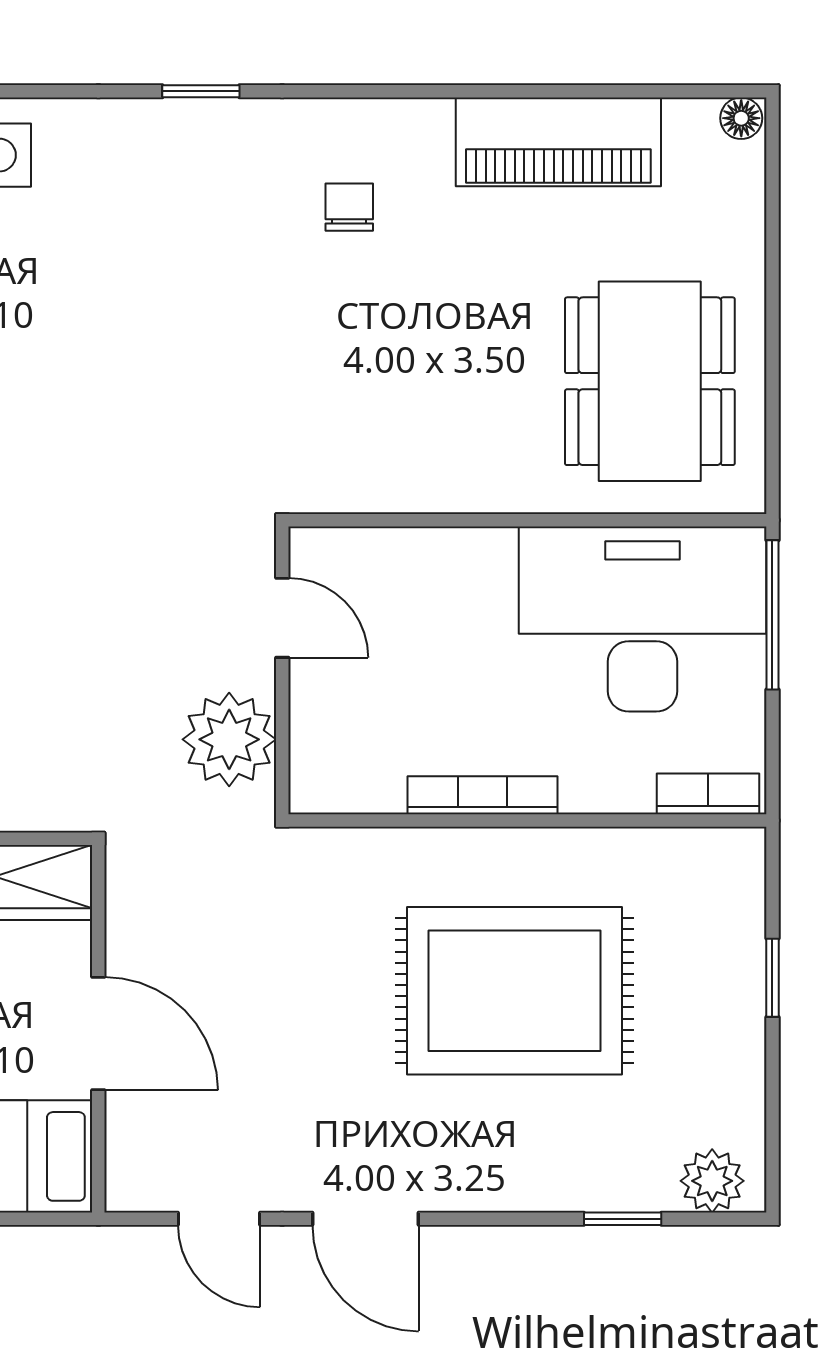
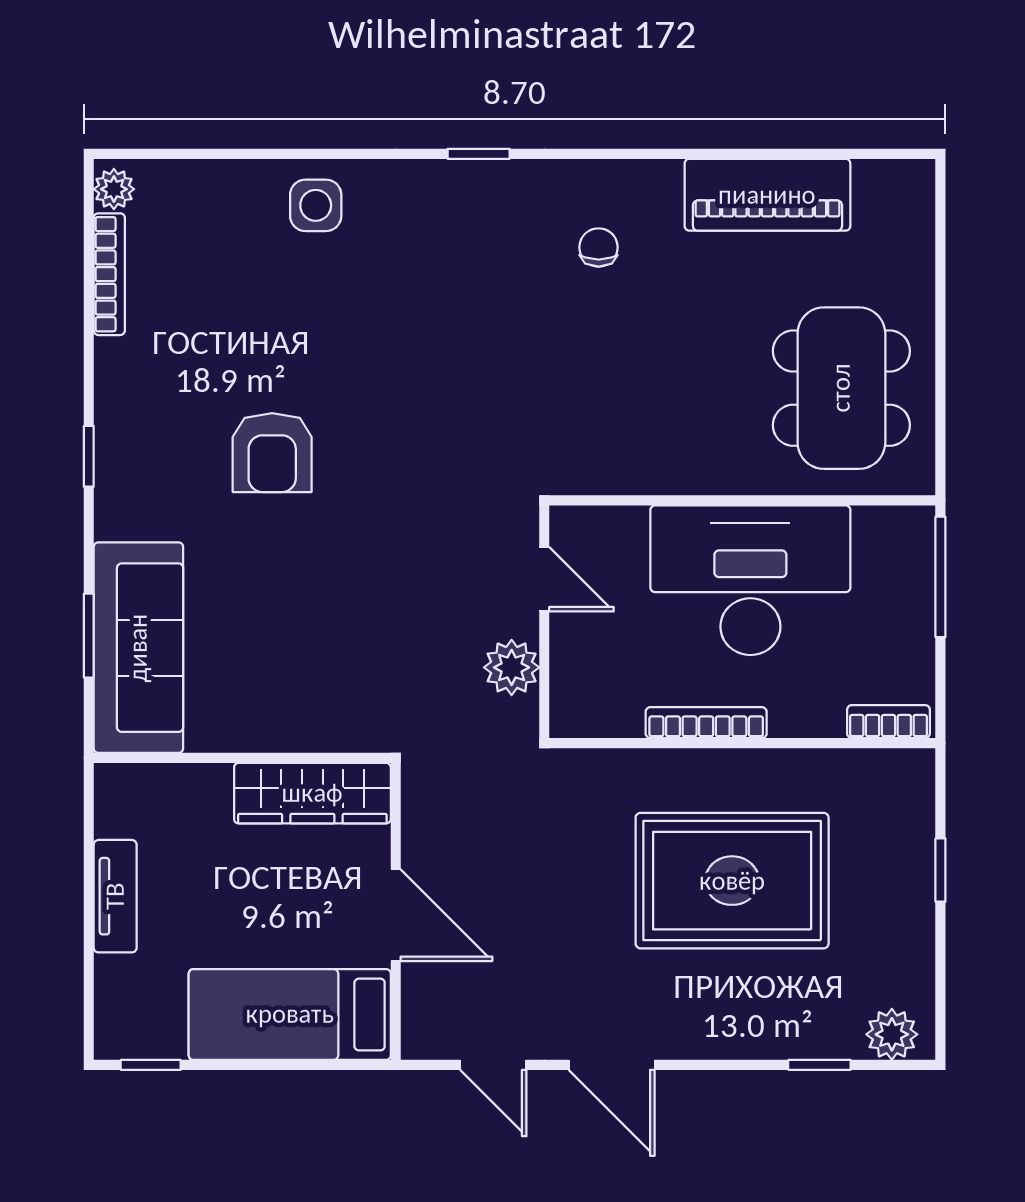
floor lamp: (741, 118) -> (915, 176), removed
desk: (643, 619) -> (750, 580), moved
plant: (229, 739) -> (512, 667), width x0.73, depth x0.73

